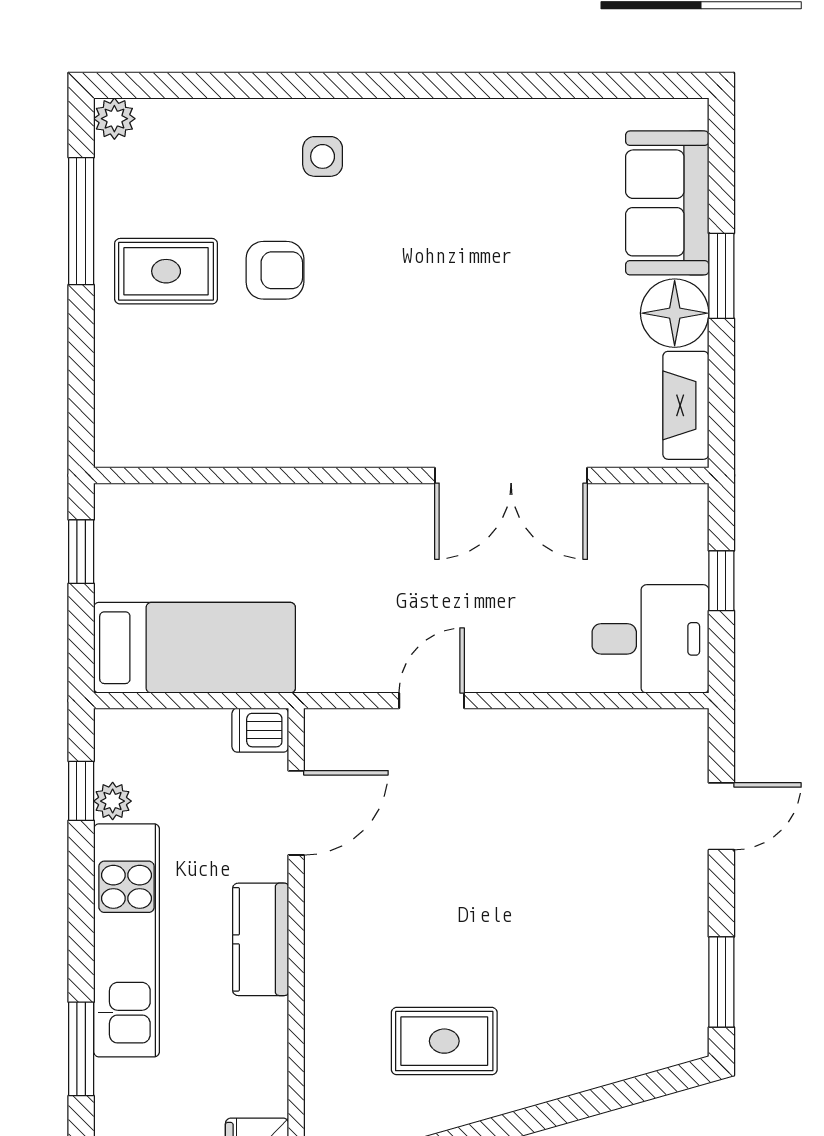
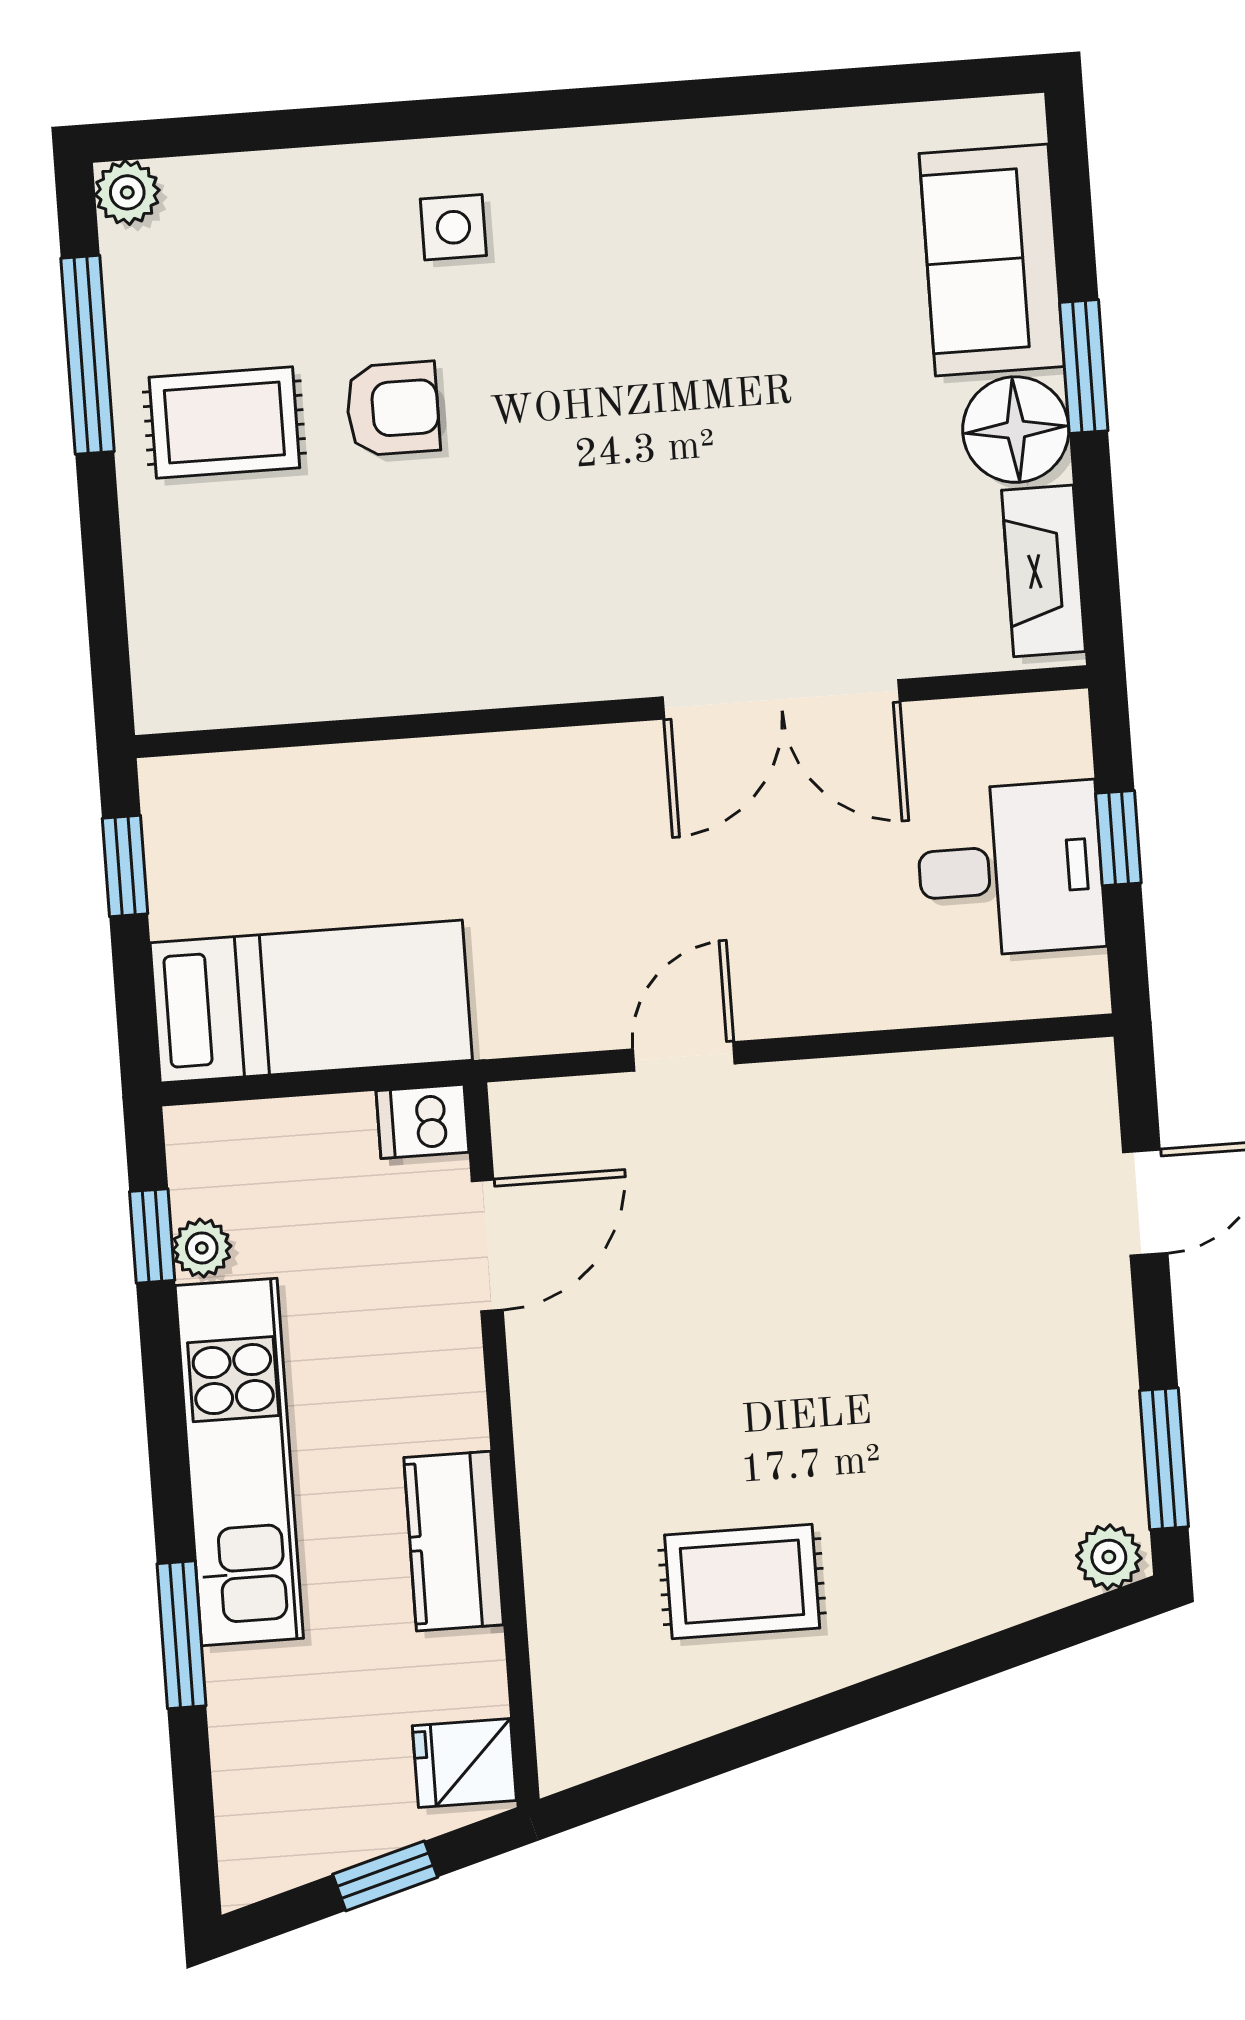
desk: (650, 639) -> (1010, 869), moved
kitchen counter: (261, 939) -> (454, 1541), moved
plant: (681, 1043) -> (1109, 1557), added

